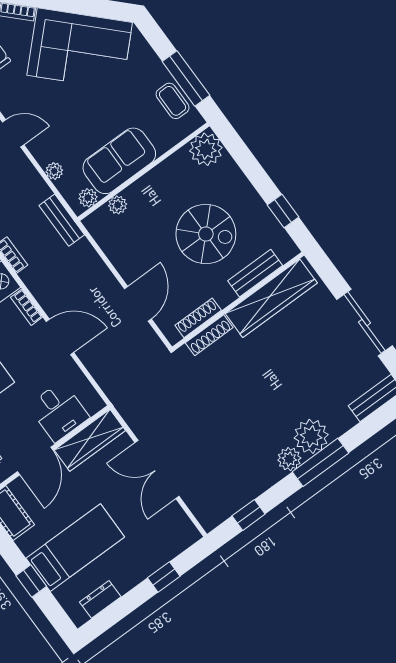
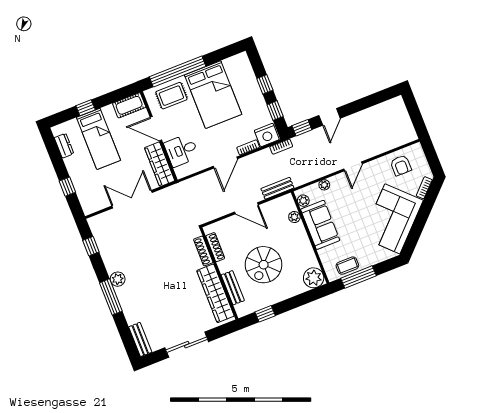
bench: (62, 220) -> (277, 188), moved
door: (138, 304) -> (246, 208), moved
plant: (311, 436) -> (128, 295), removed

